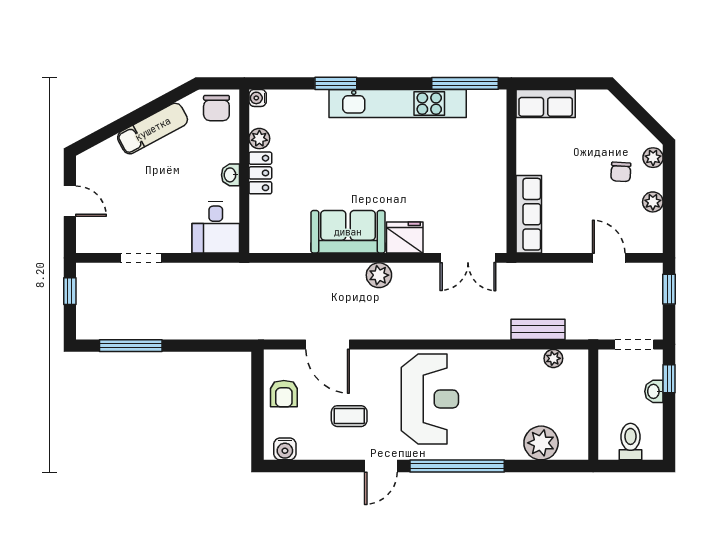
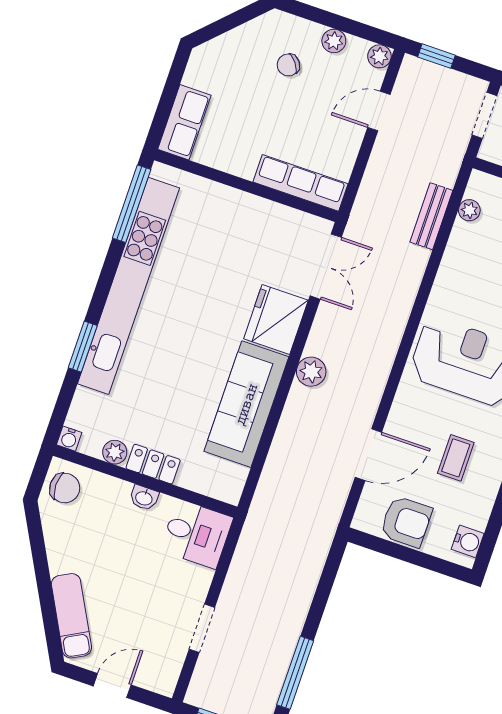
kitchen unit: (398, 104) -> (128, 286), width x1.36
exam couch: (153, 129) -> (71, 616), moved
plant: (653, 158) -> (379, 56), moved
chair: (621, 172) -> (288, 65), turned 139
sofa: (348, 232) -> (246, 404), width x1.36
fridge: (405, 237) -> (276, 319), width x1.36, depth x1.34
armchair: (284, 394) -> (406, 522), width x1.38, depth x1.38

